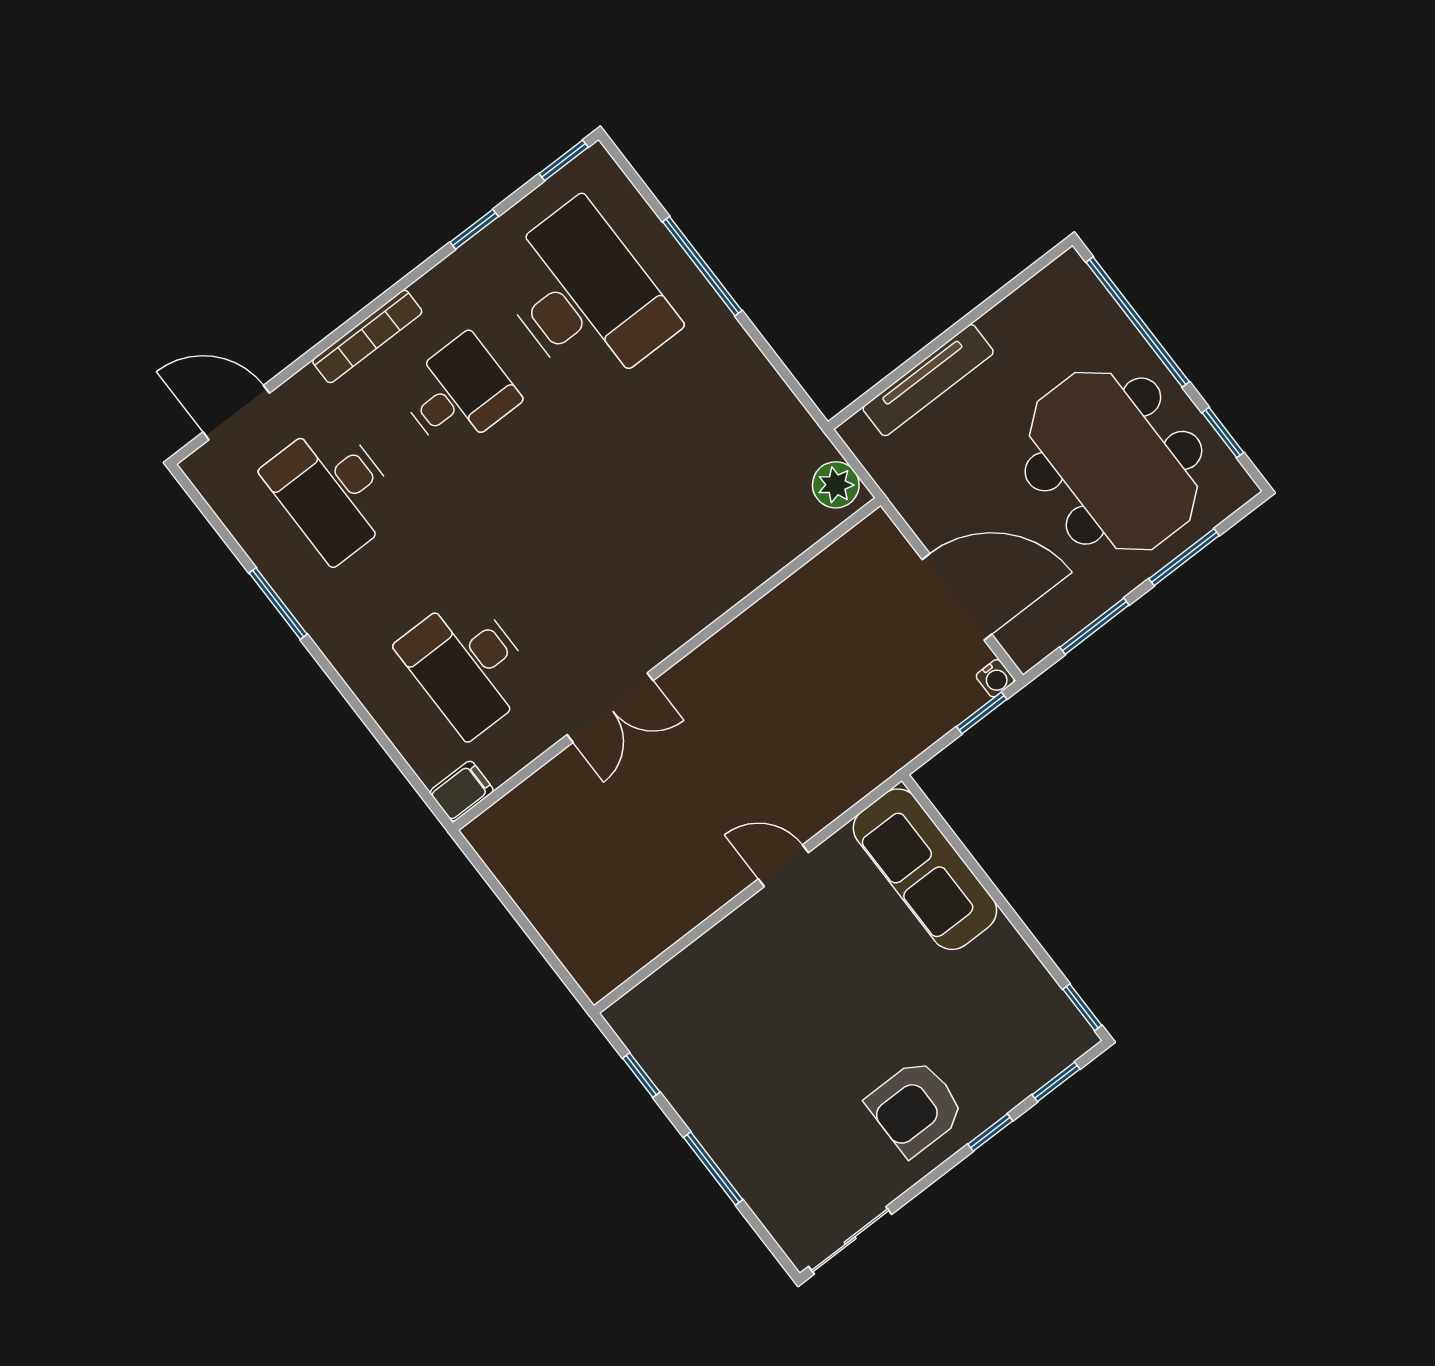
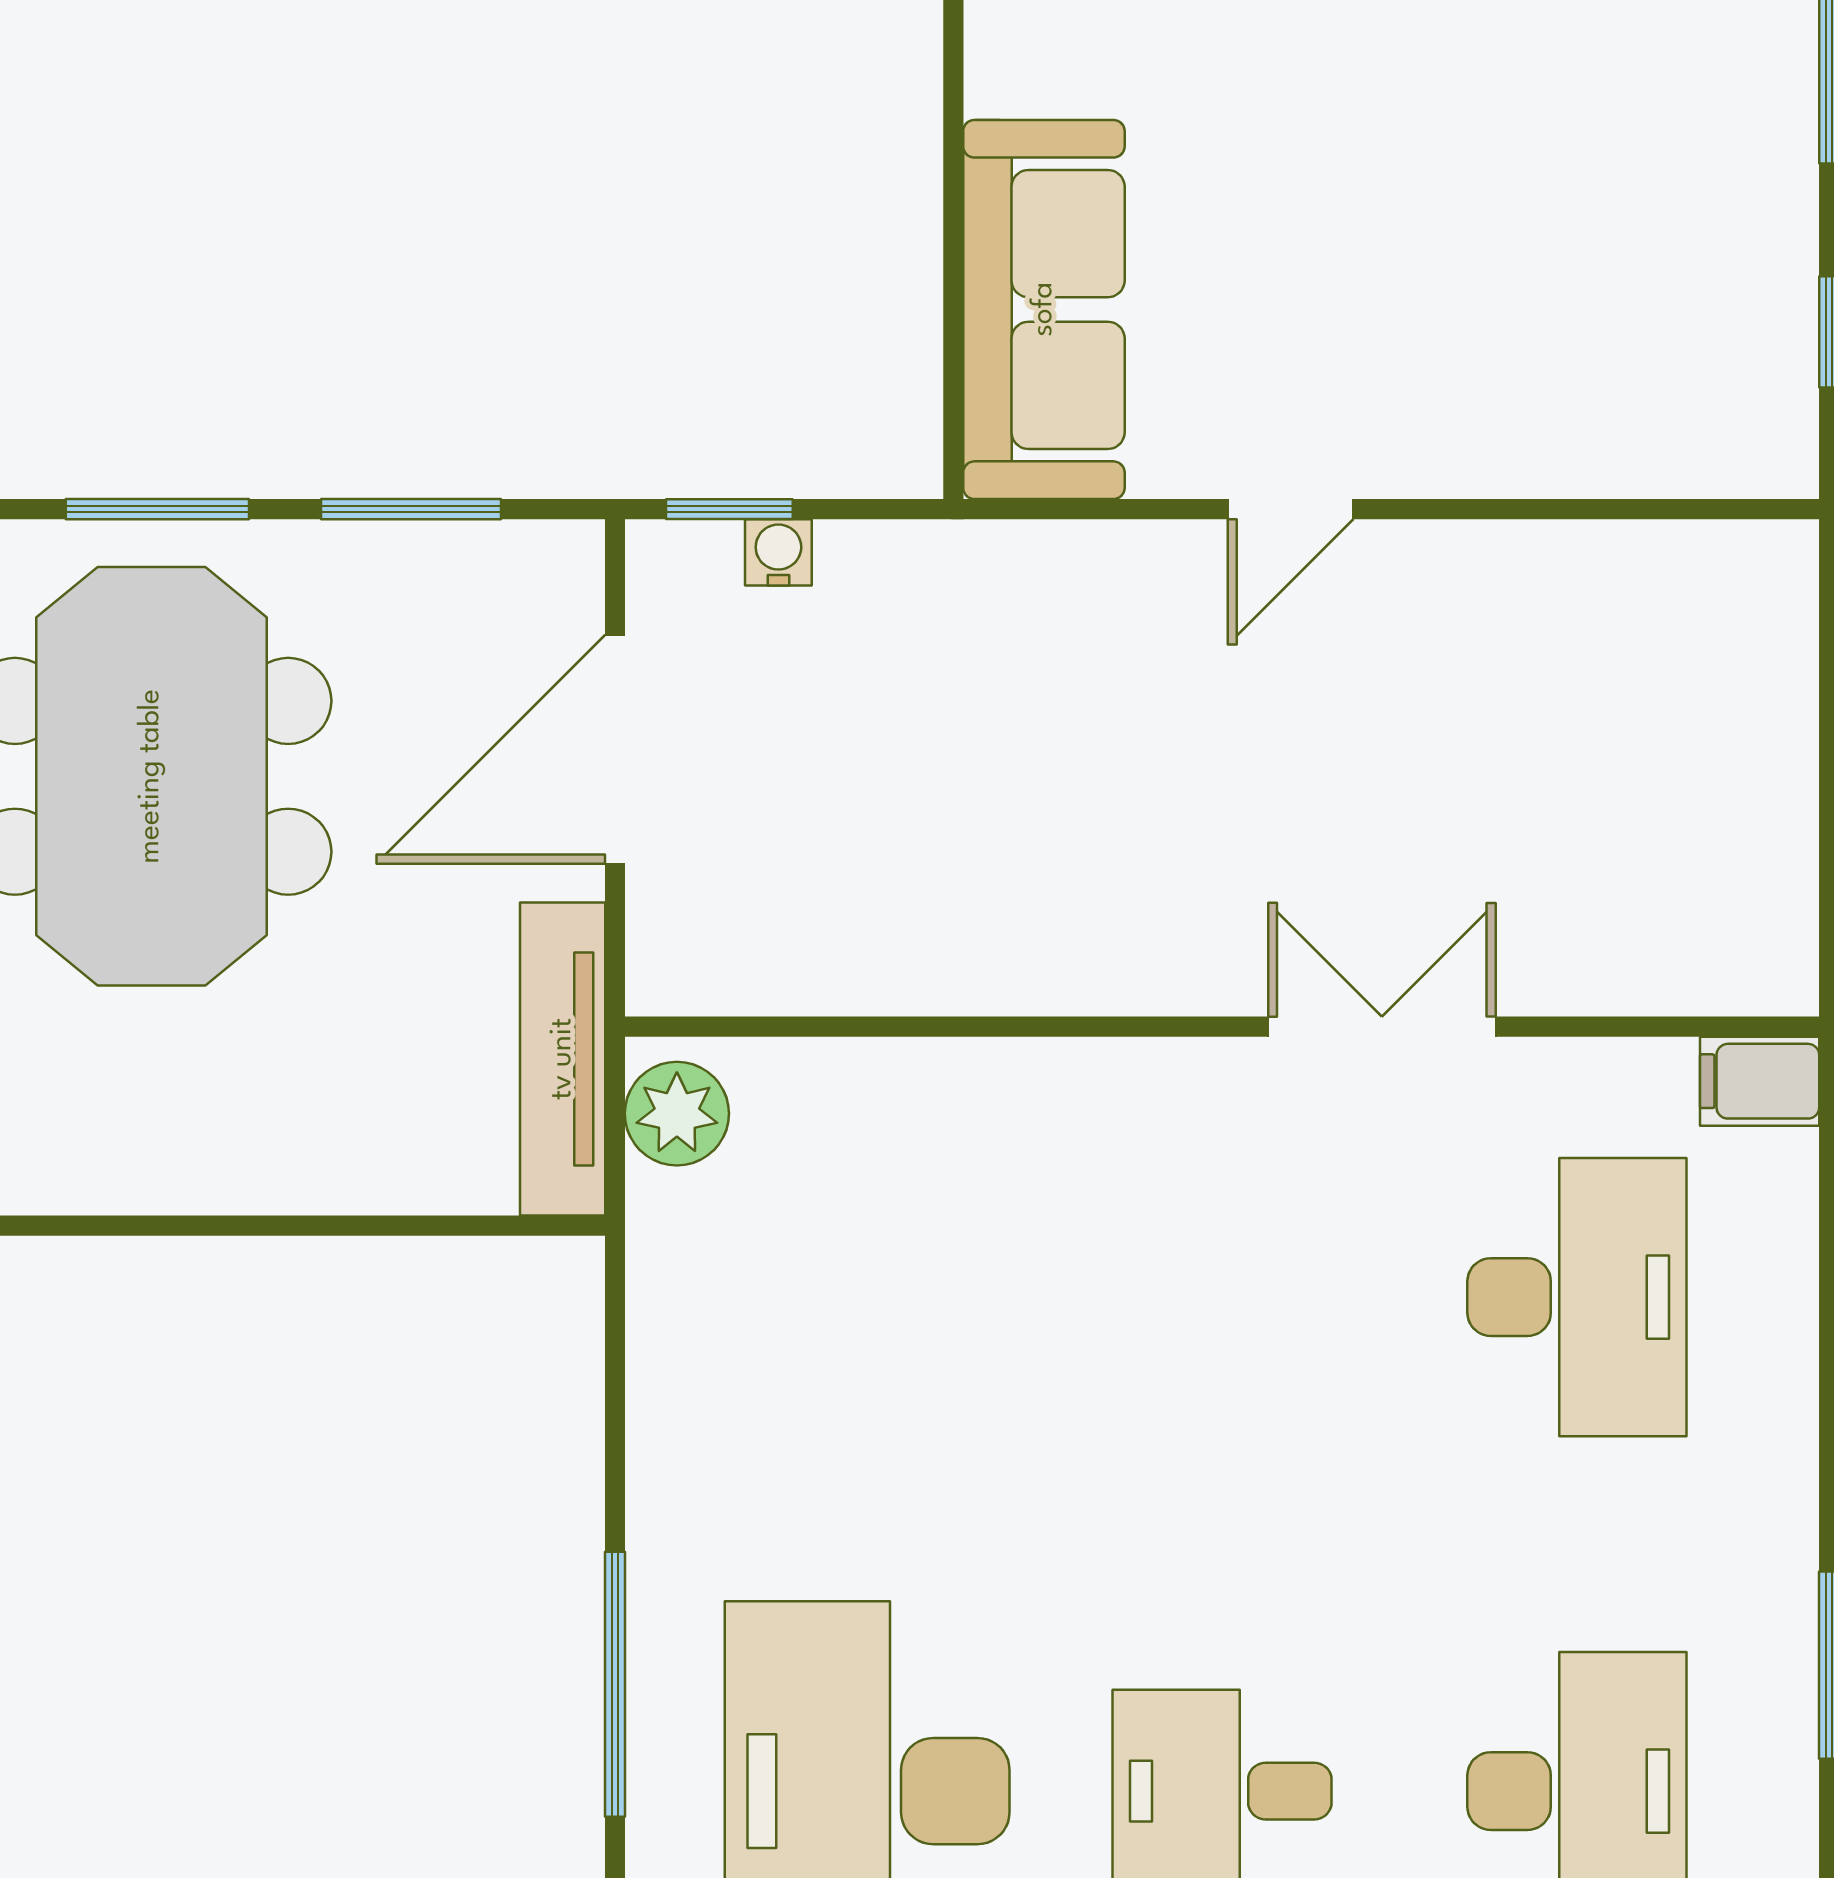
tv unit: (928, 380) -> (563, 1059), moved, turned -90
door: (957, 597) -> (615, 749), hinge flipped
water cooler: (995, 678) -> (778, 552), moved
door: (783, 866) -> (1291, 509), hinge flipped

